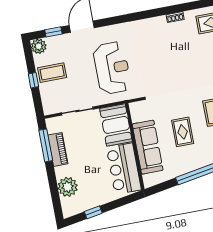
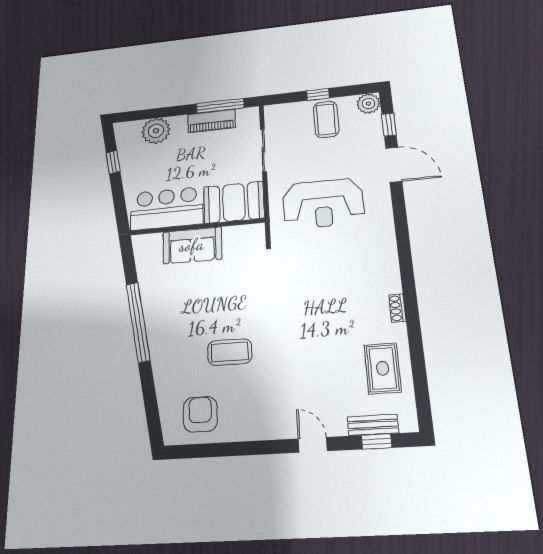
rug: (183, 132) -> (206, 301), removed
sofa: (148, 147) -> (192, 245), width x0.73

